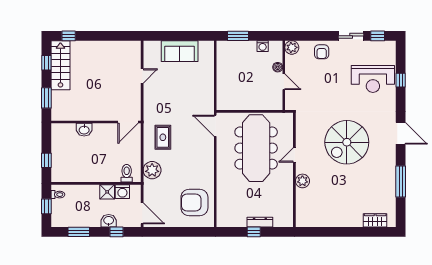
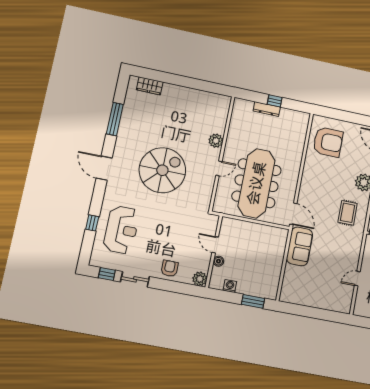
sofa: (180, 51) -> (300, 246), moved, turned 90
reception desk: (373, 79) -> (121, 230), turned 90

